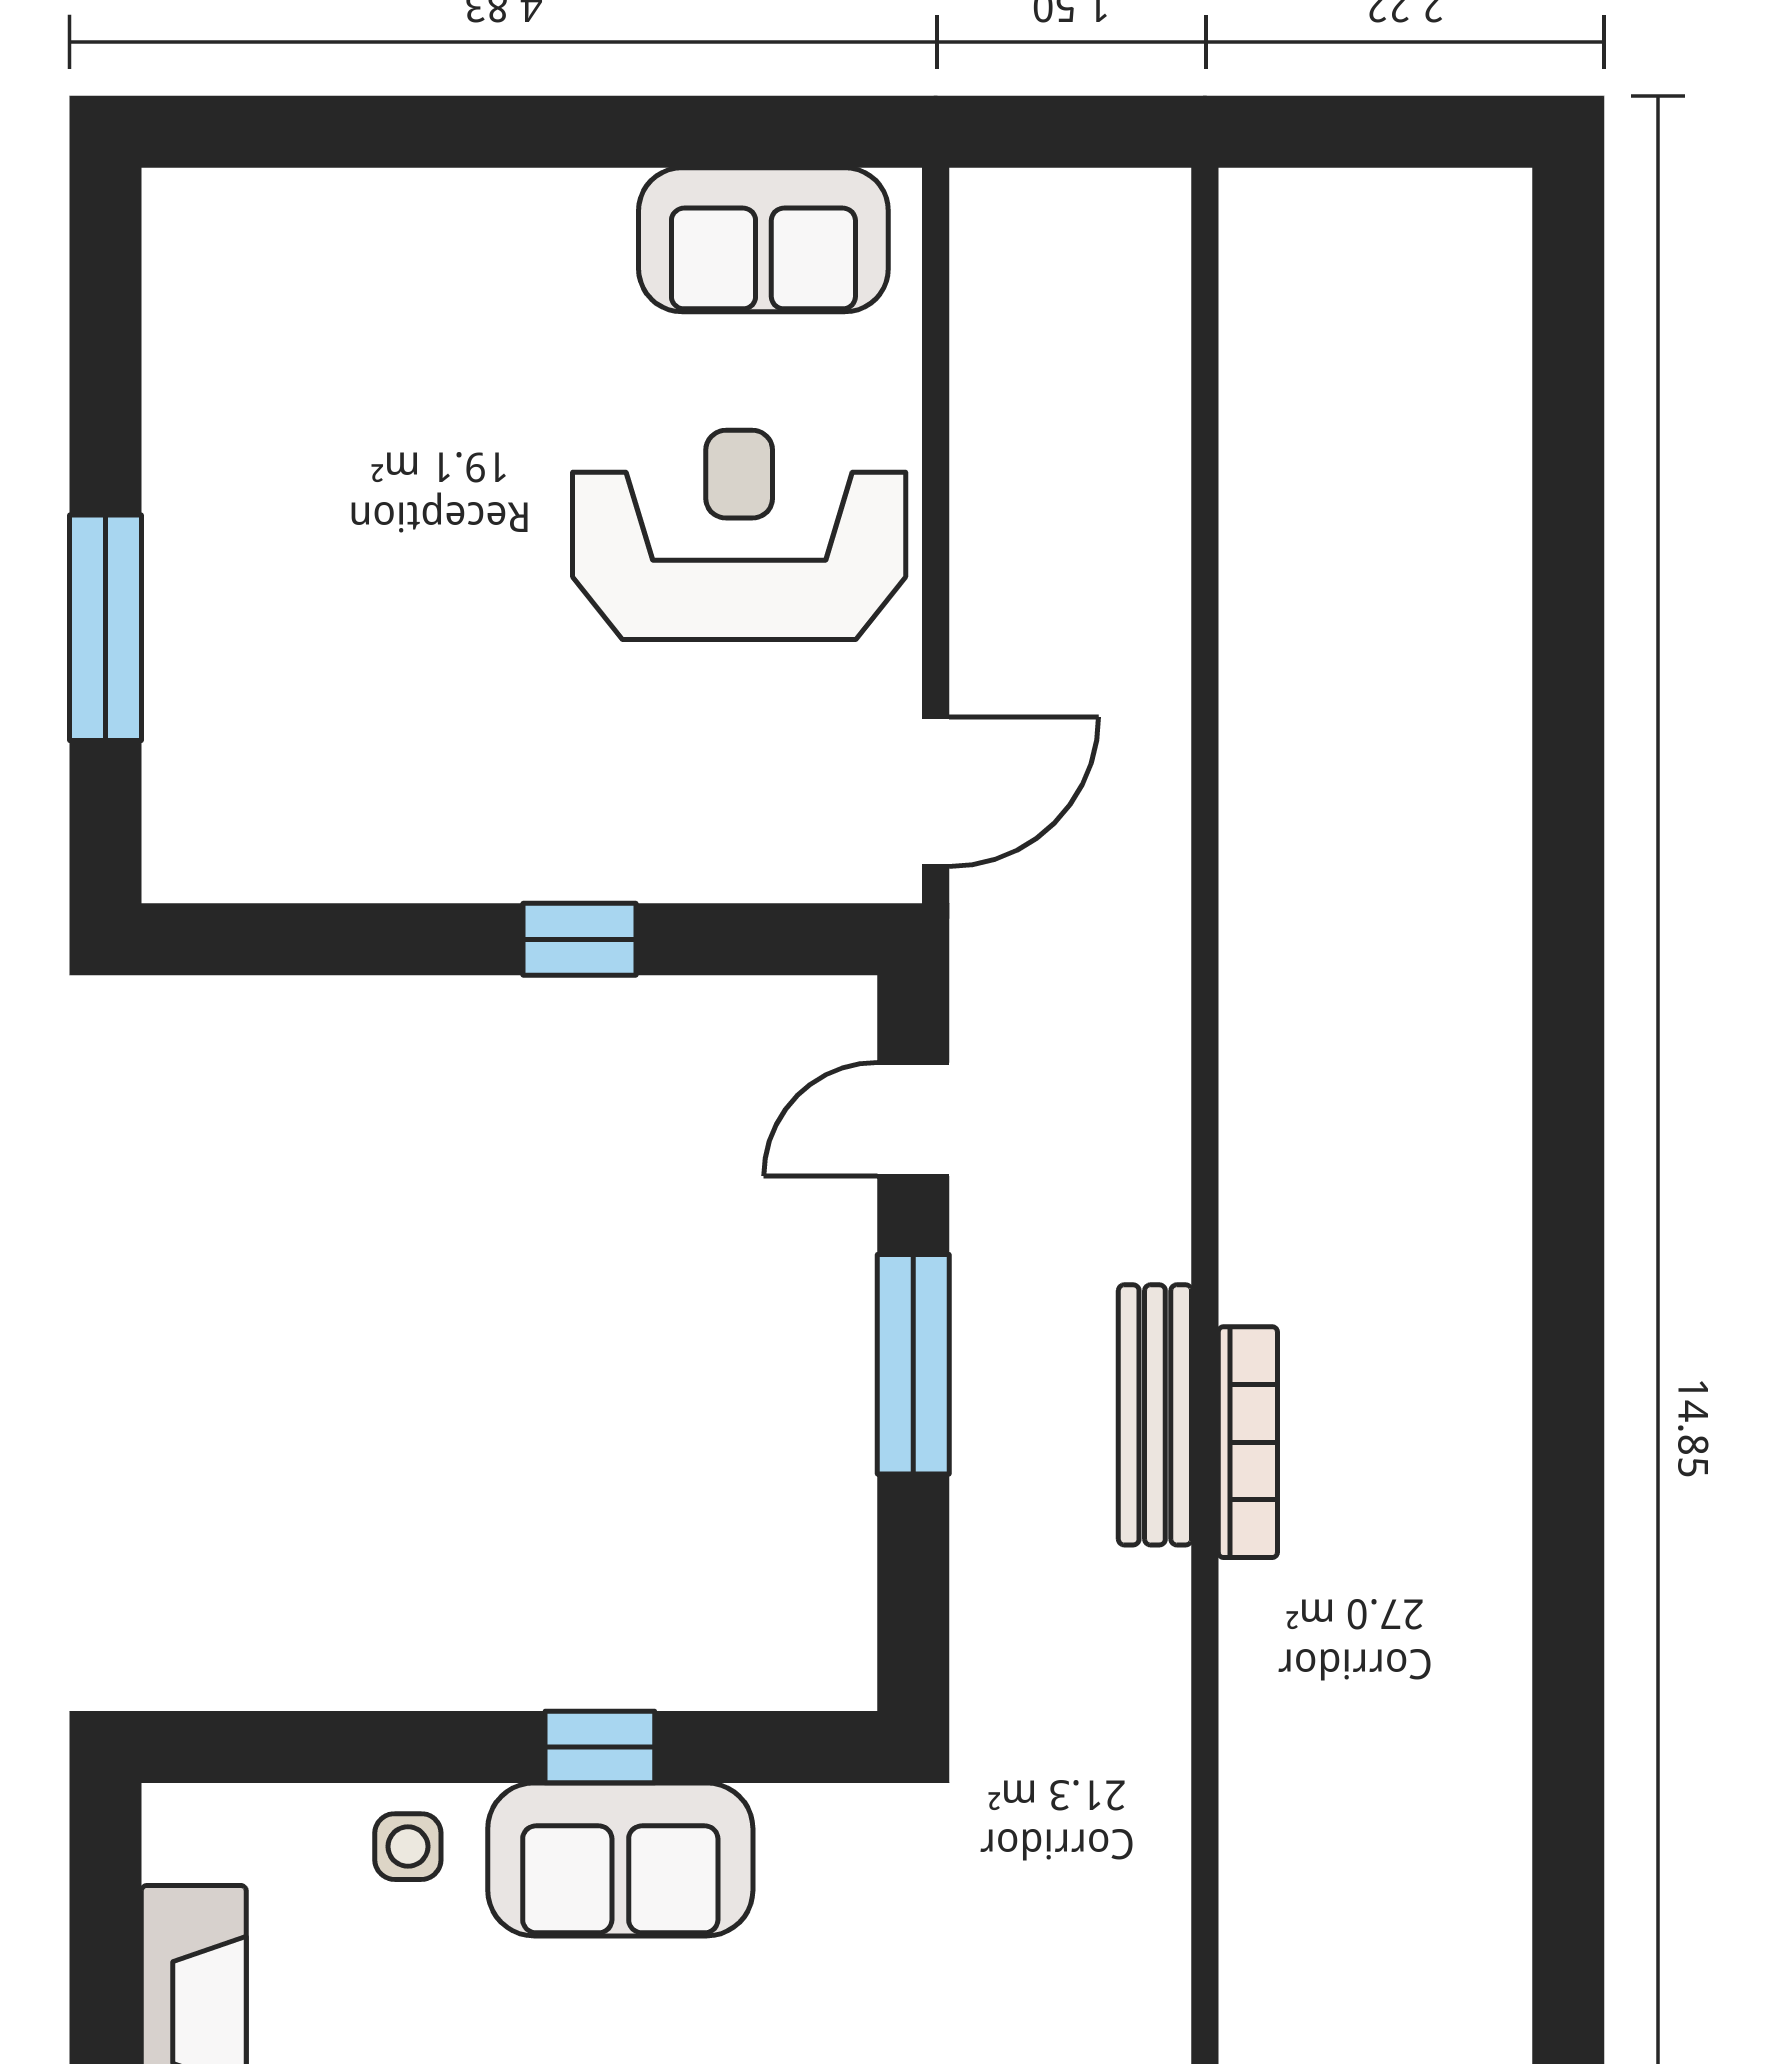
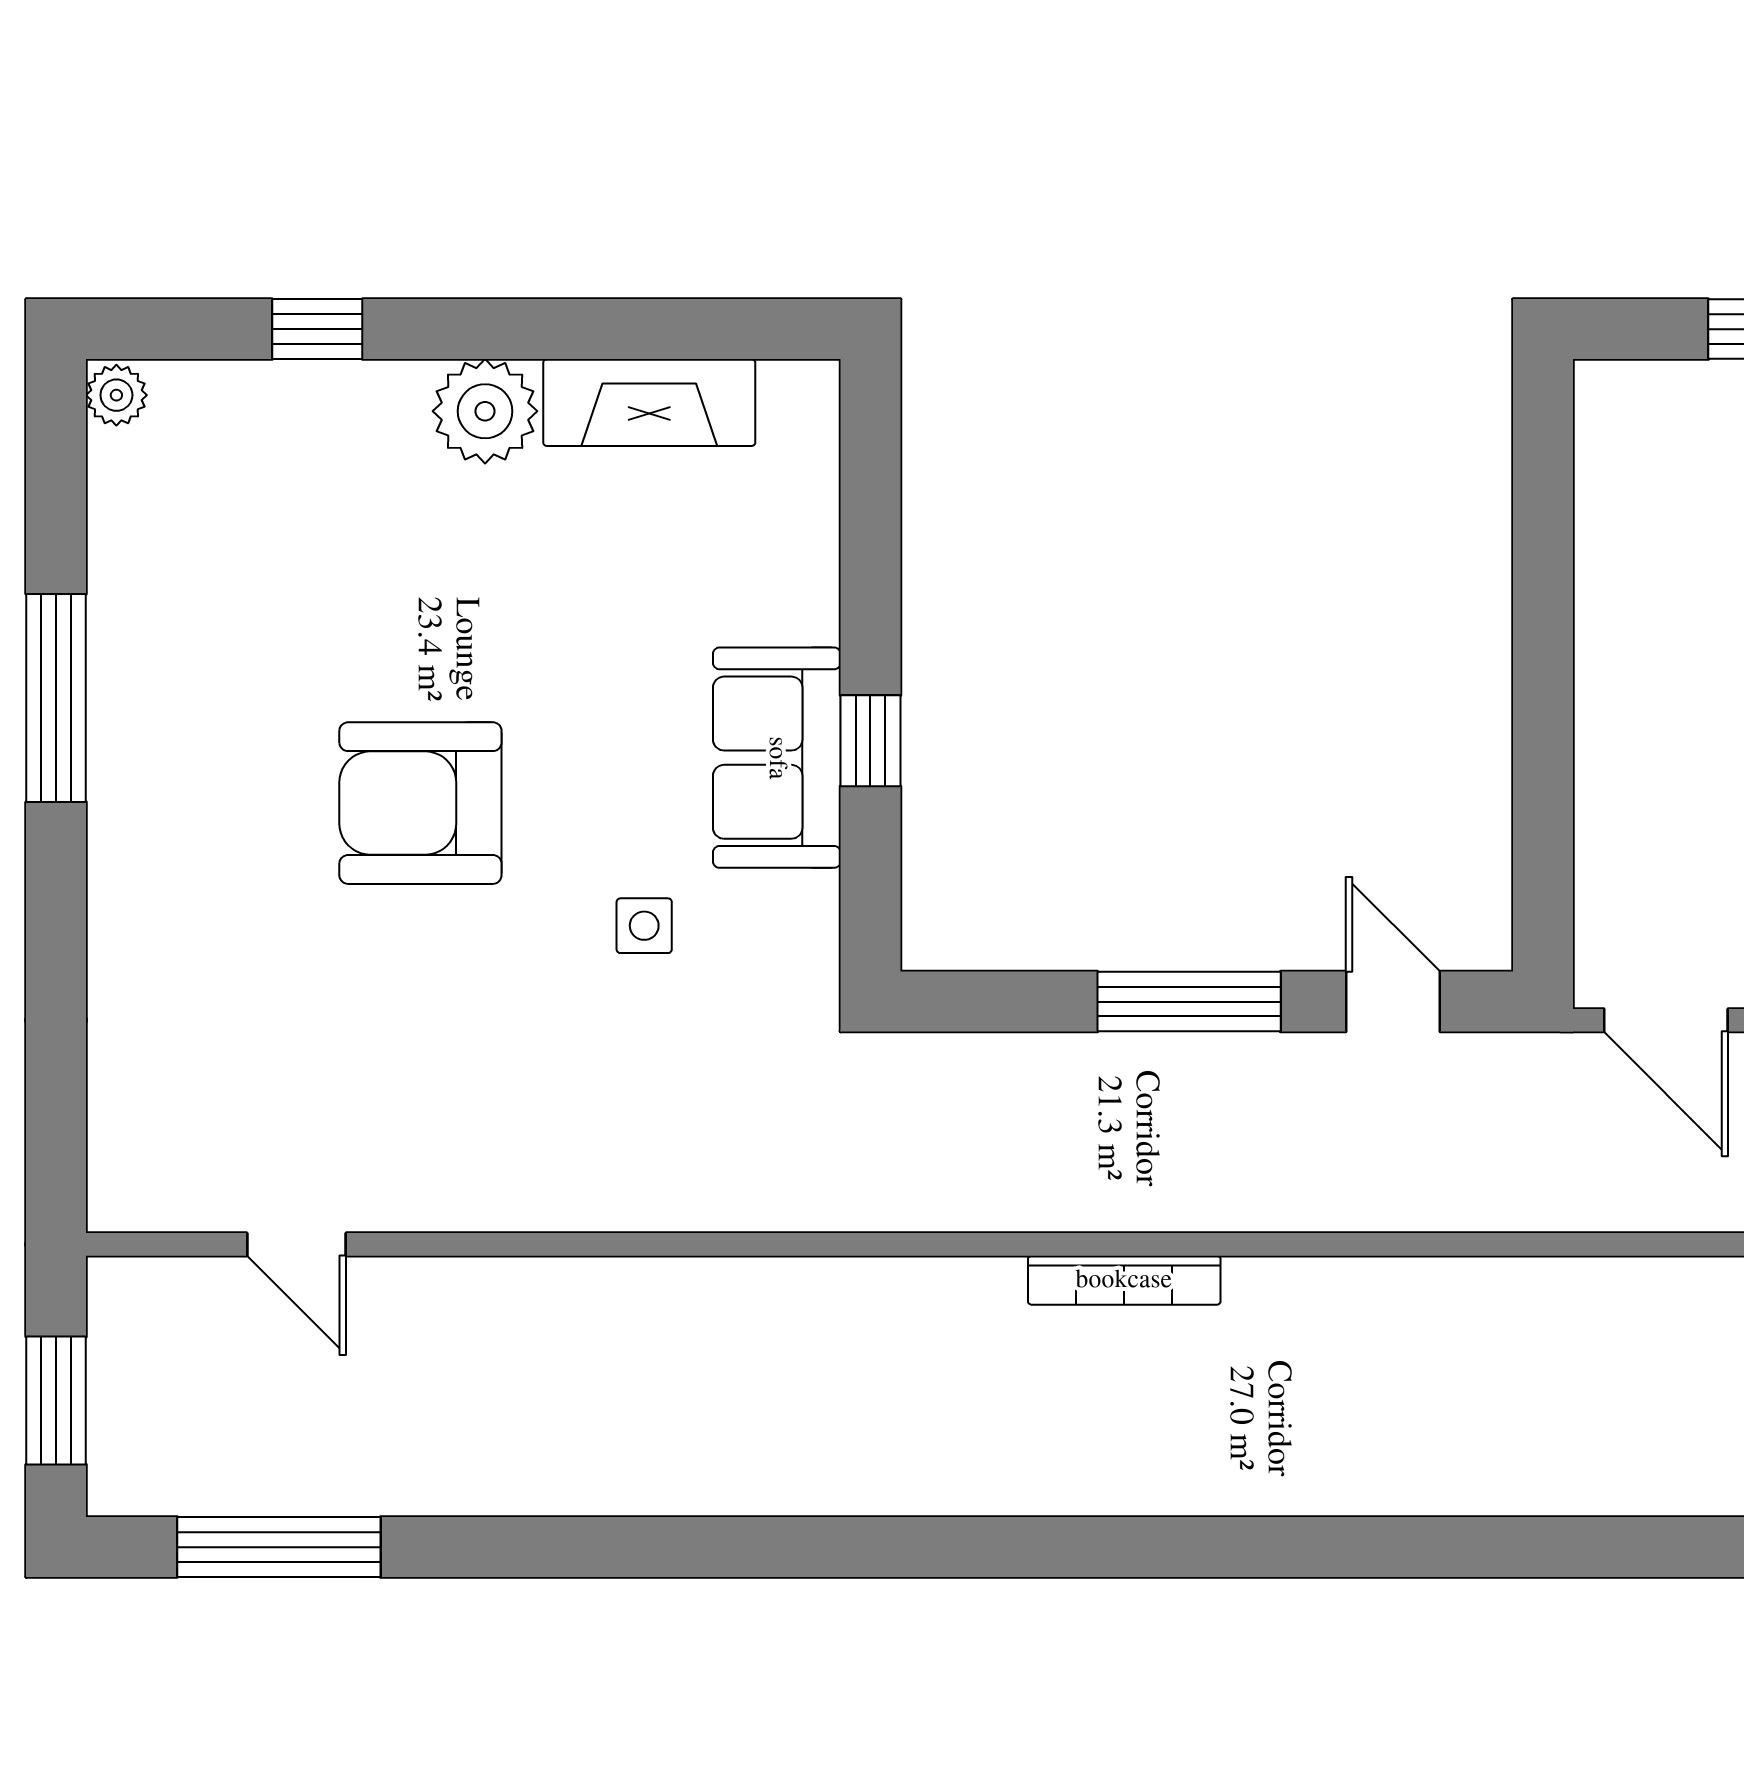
window: (580, 939) -> (1543, 724), removed
bench: (1155, 1415) -> (1147, 1203), removed
side table: (408, 1847) -> (644, 926), moved

